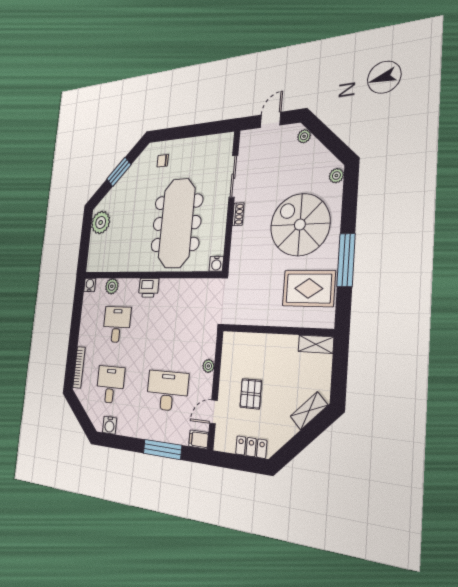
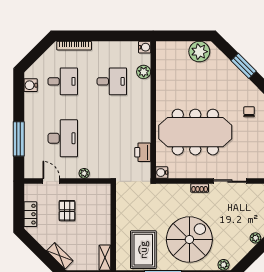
printer: (149, 288) -> (143, 152), moved
pallet: (251, 394) -> (67, 211), turned 90
filing cabinet: (199, 440) -> (30, 170), removed

